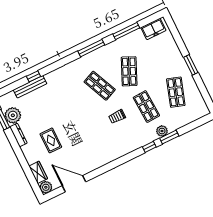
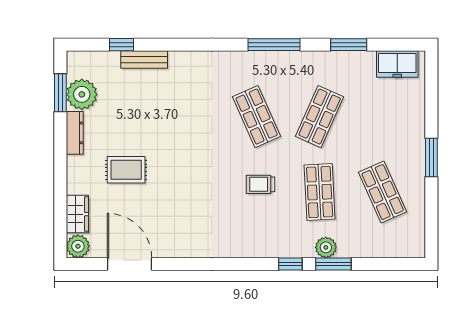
window: (126, 31) -> (349, 45), width x0.69
window: (34, 76) -> (121, 45), moved
bench: (30, 87) -> (144, 59), width x0.73
shop shelf: (176, 92) -> (383, 192), turned -42
rug: (51, 140) -> (126, 170), turned 90

